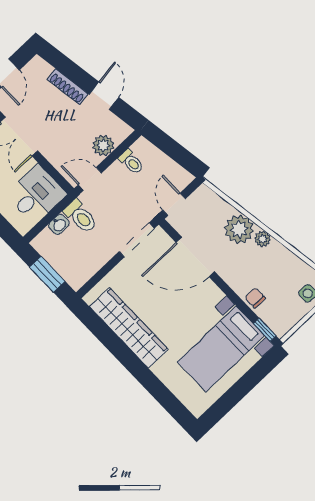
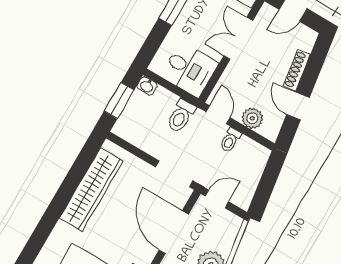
door: (104, 96) -> (298, 106), swing flipped
toilet: (131, 162) -> (230, 140), moved
washbasin: (59, 224) -> (147, 86), moved

